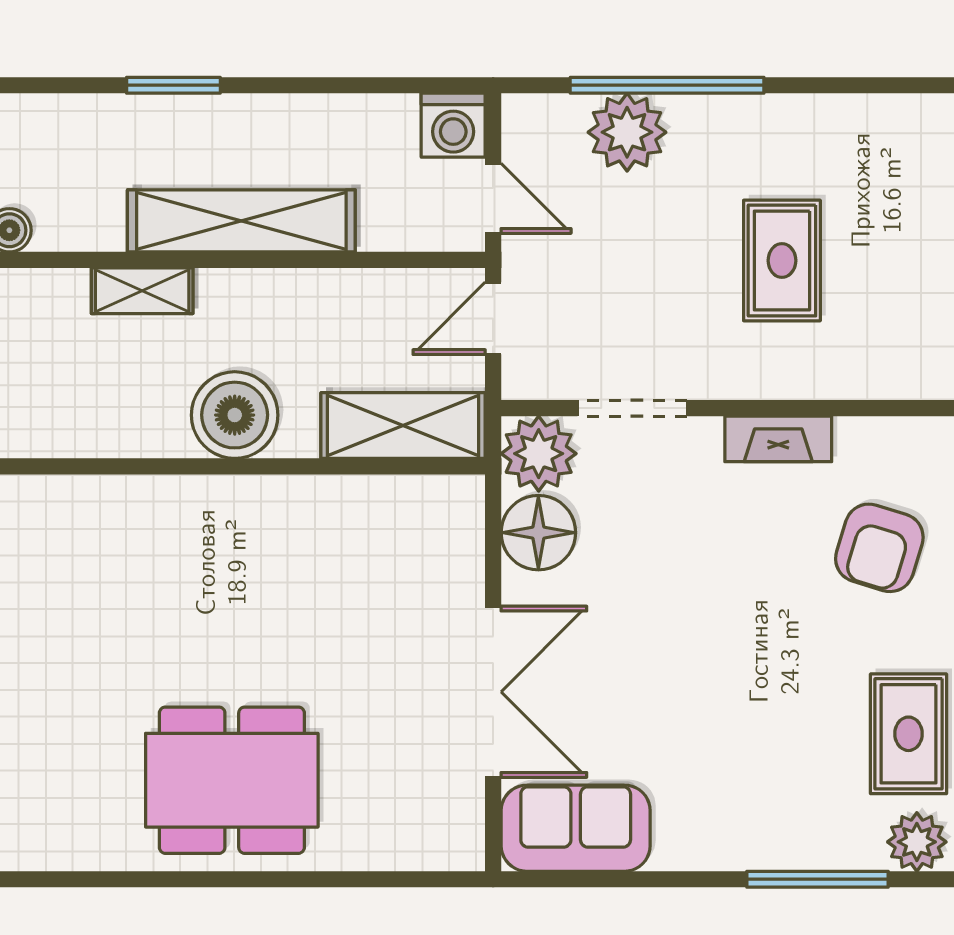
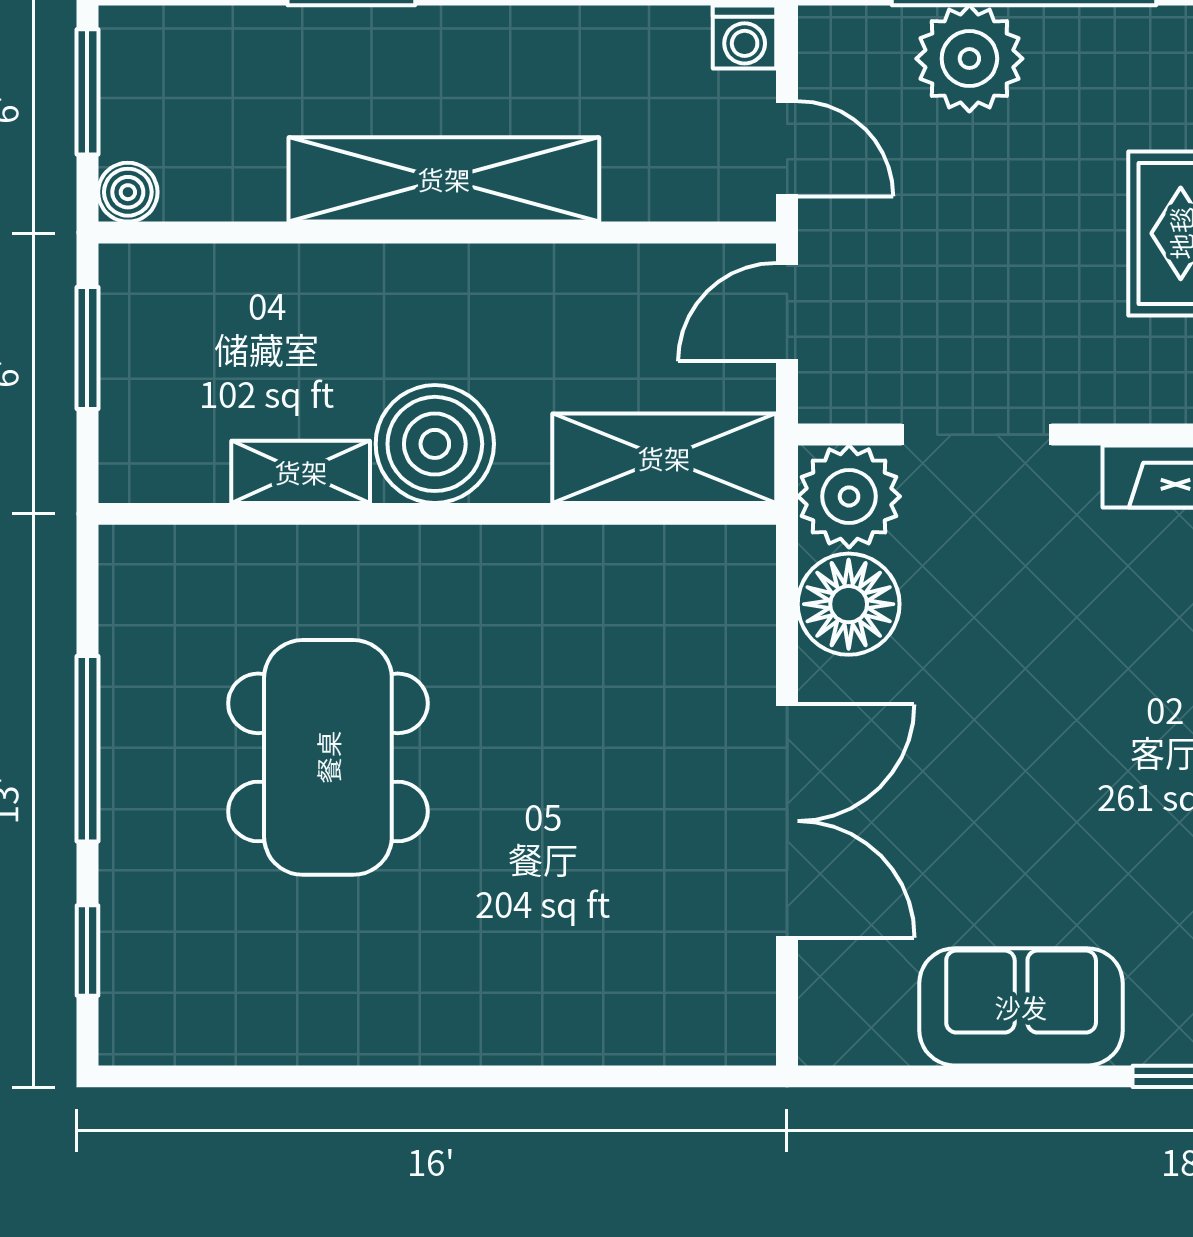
washing machine: (453, 125) -> (745, 37), width x0.73, depth x0.73
shelving: (142, 291) -> (301, 472), moved
dining table: (232, 780) -> (328, 757), moved, turned 90
sofa: (576, 828) -> (1021, 1007), moved

